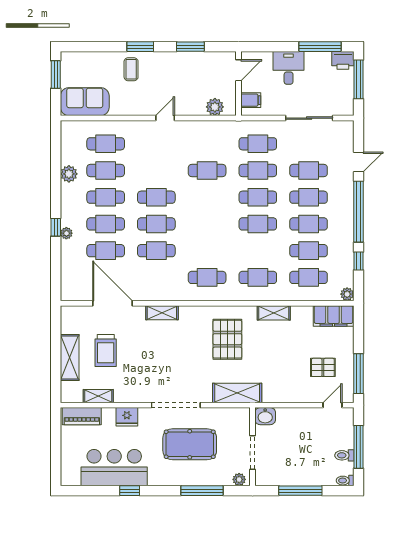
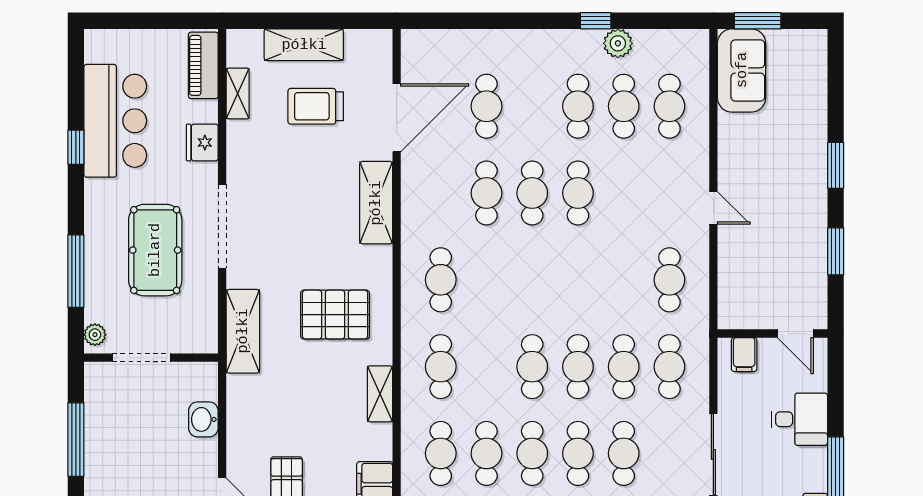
coffee table: (131, 69) -> (797, 150), removed
window: (56, 74) -> (758, 21), moved
plant: (215, 107) -> (732, 293), removed
cafe table: (207, 170) -> (669, 280), moved
cafe table: (106, 224) -> (532, 106), removed
window: (56, 227) -> (596, 21), moved
plant: (66, 233) -> (516, 39), removed
shelving: (162, 313) -> (376, 203), width x1.50, depth x1.33
washbasin: (265, 416) -> (203, 419), moved

